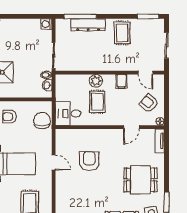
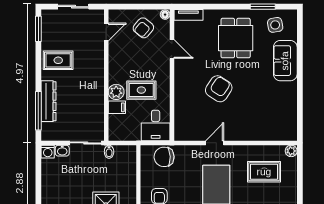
filing cabinet: (121, 81) -> (117, 107), moved
washbasin: (47, 85) -> (62, 151), moved
armchair: (89, 161) -> (219, 89), moved, turned 123

